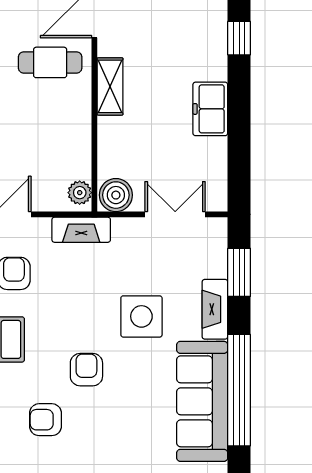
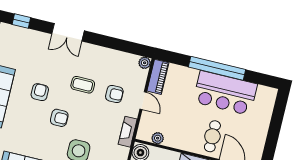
plant: (80, 193) -> (158, 138), moved

